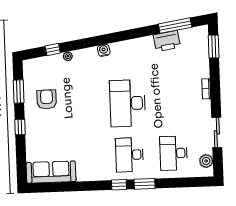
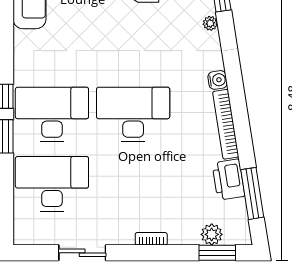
bookcase: (132, 44) -> (226, 124), added
desk: (174, 153) -> (52, 184), width x1.36, depth x1.30
desk: (129, 155) -> (52, 114), width x1.36, depth x1.30
plant: (206, 161) -> (212, 234), moved

